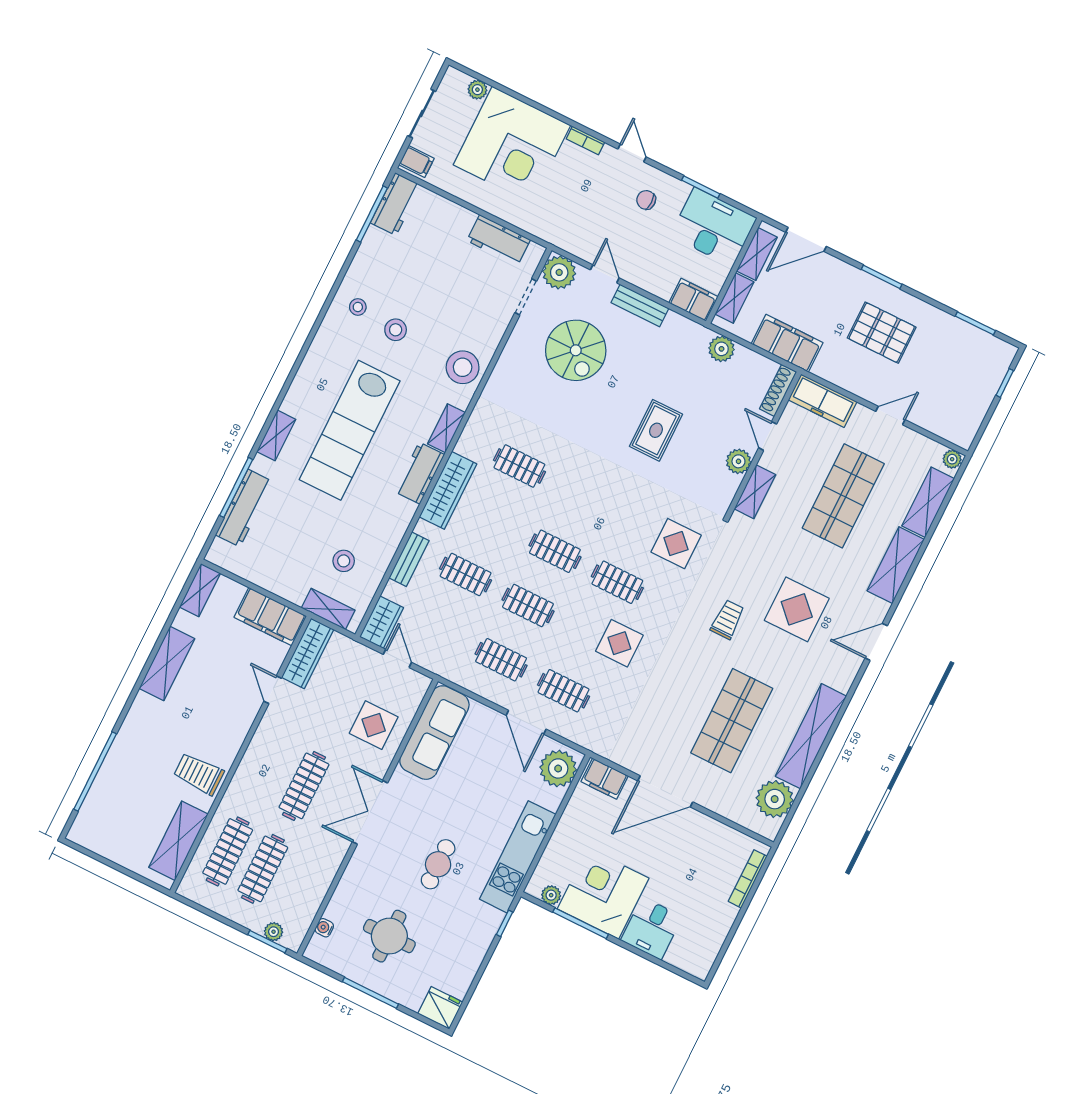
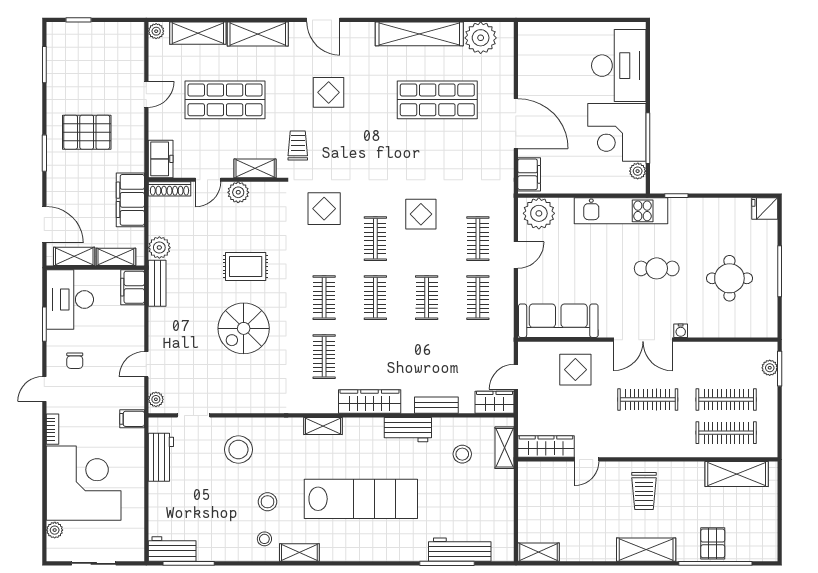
filing cabinet: (417, 162) -> (132, 419), moved, turned -90
plant: (559, 272) -> (156, 399), width x0.53, depth x0.53
bench: (640, 305) -> (157, 283), moved
pallet: (882, 333) -> (87, 132), turned 90
spiral stairs: (576, 350) -> (244, 328), moved, turned 180
stool: (463, 367) -> (238, 450), moved
freezer: (823, 401) -> (161, 159), width x0.71
door: (890, 416) -> (146, 94), swing flipped
shelving: (276, 435) -> (299, 552), moved
workbench: (420, 473) -> (408, 430), moved
clothes rail: (466, 574) -> (324, 298), moved
display table: (797, 609) -> (329, 92), width x0.73, depth x0.73
filing cabinet: (270, 617) -> (532, 489), removed
trolley: (727, 620) -> (298, 145), moved, turned 90
shelving: (167, 663) -> (646, 550), moved
door: (526, 722) -> (516, 255), width x0.73
trolley: (199, 774) -> (644, 491), moved
pallet: (118, 779) -> (713, 543), added
bookcase: (748, 879) -> (551, 28), removed
water cooler: (324, 928) -> (681, 331), moved
desk: (652, 928) -> (619, 66), width x1.87, depth x1.30
fridge: (440, 1008) -> (765, 209), width x0.72

